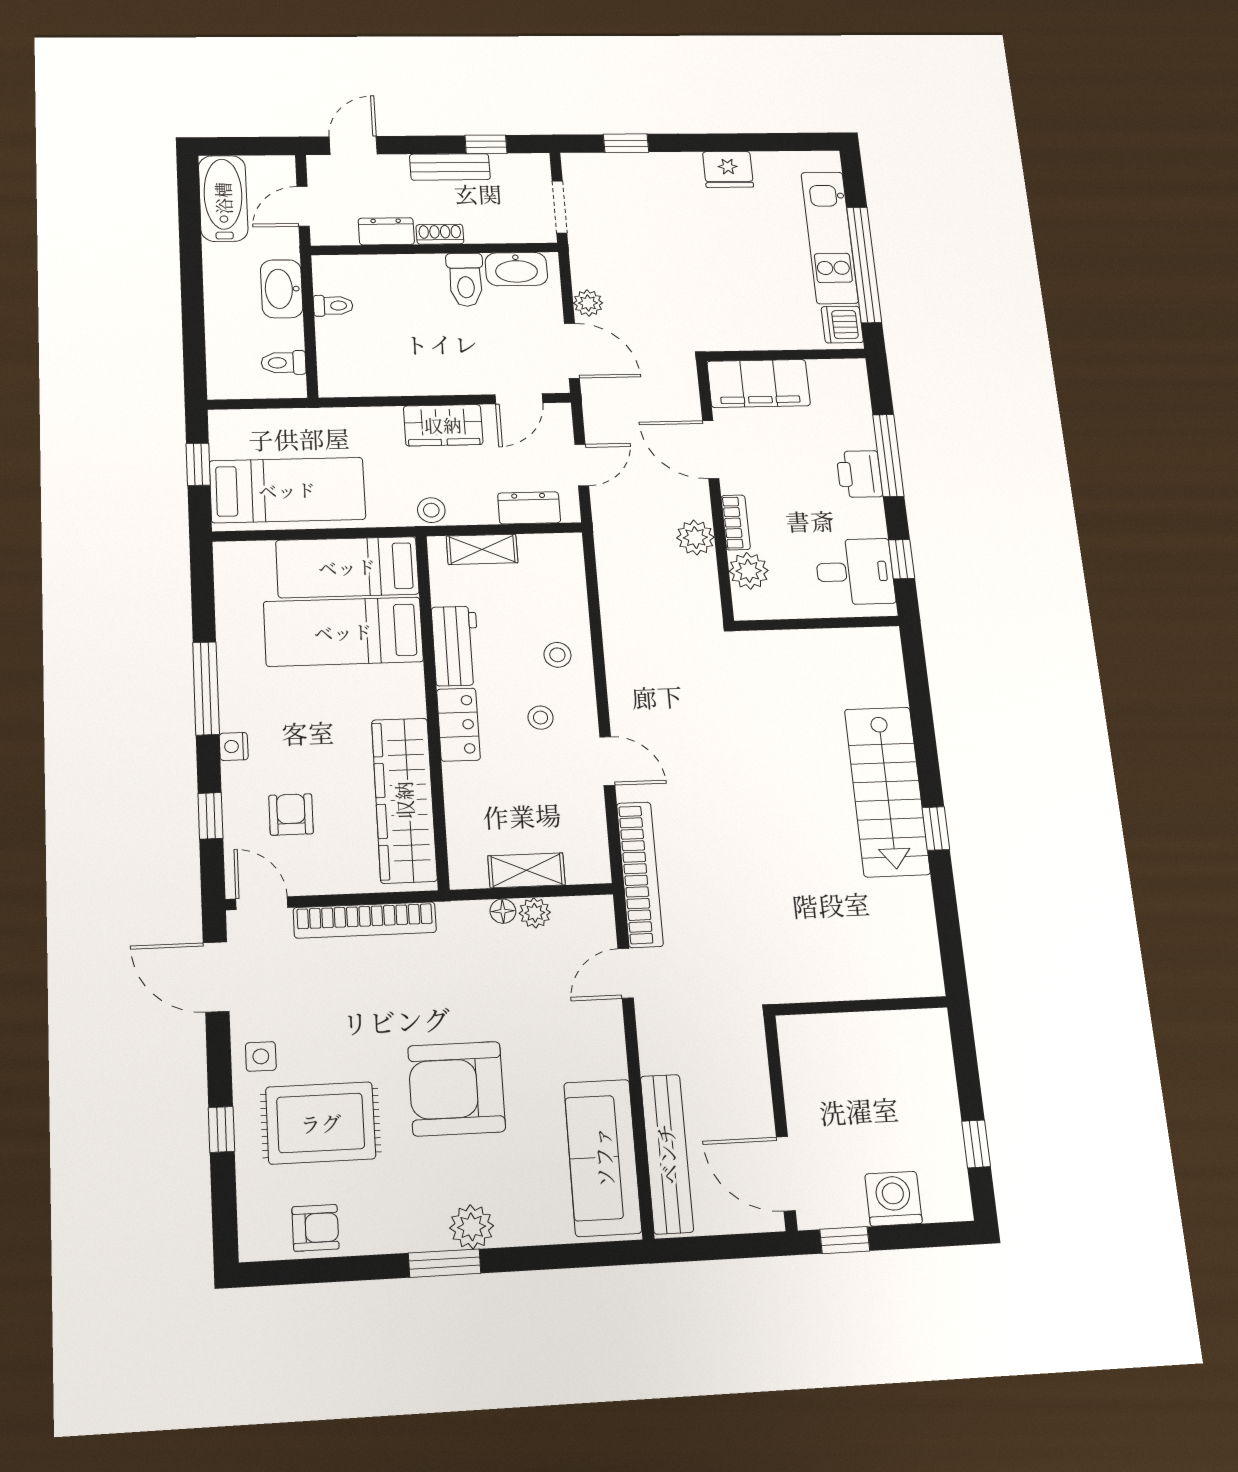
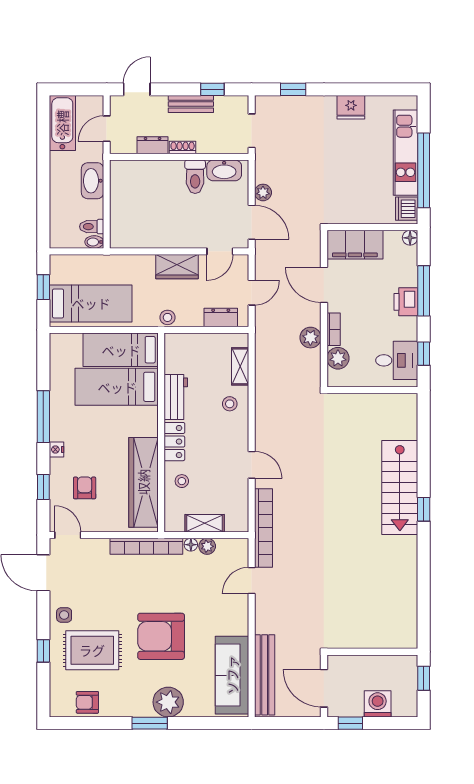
toilet: (333, 306) -> (120, 192), removed
floor lamp: (854, 371) -> (410, 238), added
bidet: (290, 388) -> (94, 242), added
shelving: (482, 549) -> (240, 366), moved, turned 90
stool: (541, 718) -> (182, 481), moved
bookcase: (365, 920) -> (146, 546), moved
wall: (861, 1006) -> (372, 652), moved
plant: (472, 1227) -> (168, 702), width x1.36, depth x1.36
armchair: (315, 1228) -> (87, 702), turned 180

